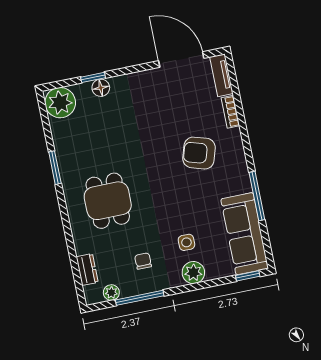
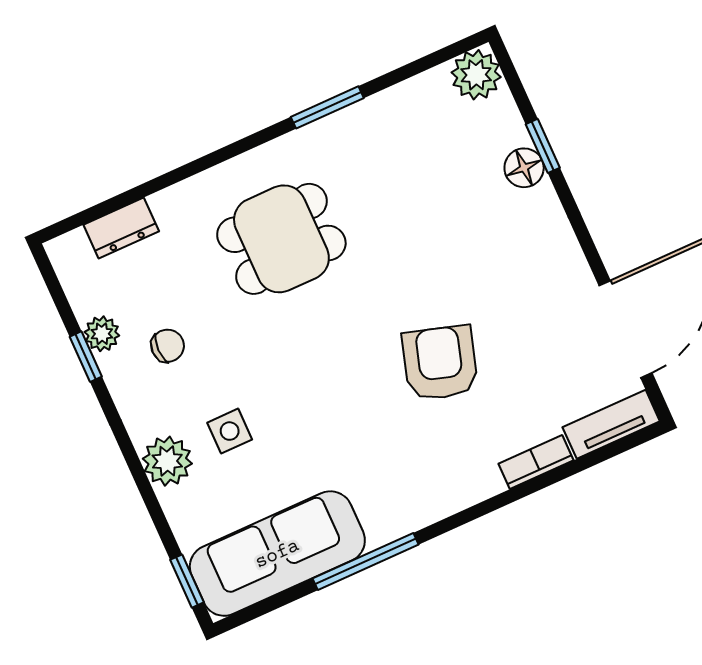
plant: (60, 103) -> (476, 75), width x0.73, depth x0.73
armchair: (199, 153) -> (440, 363), moved
plant: (111, 293) -> (102, 334), moved
window: (140, 298) -> (86, 357), width x0.46

